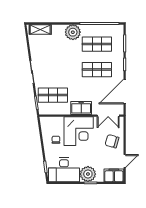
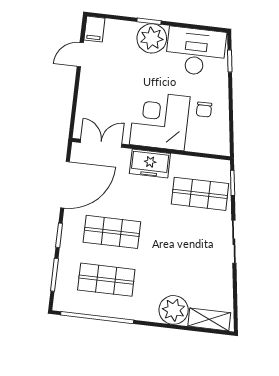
plant: (73, 32) -> (174, 310), moved
chair: (112, 141) -> (99, 94), removed
filing cabinet: (114, 175) -> (94, 29), width x0.50

